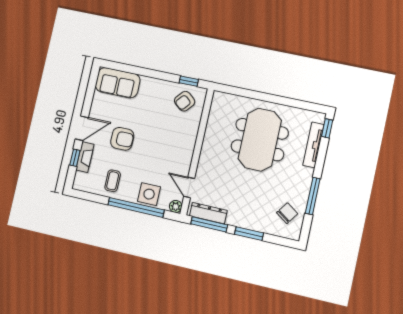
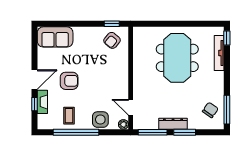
window: (313, 196) -> (227, 110), moved
window: (136, 207) -> (76, 132), moved
dresser: (208, 213) -> (173, 124), moved

